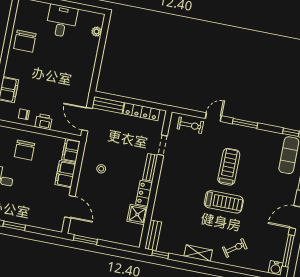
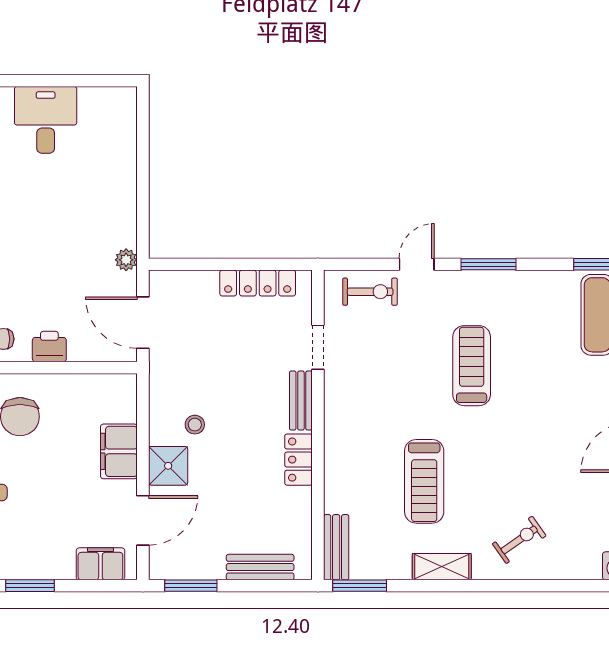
plant: (97, 32) -> (126, 260), moved
bench: (108, 105) -> (260, 567), moved
filing cabinet: (71, 150) -> (100, 564), moved, turned 90
treadmill: (224, 202) -> (424, 481), moved, turned 90
door: (70, 207) -> (143, 520), hinge flipped
shower: (137, 214) -> (168, 466), moved
window: (160, 254) -> (360, 586), width x1.50

